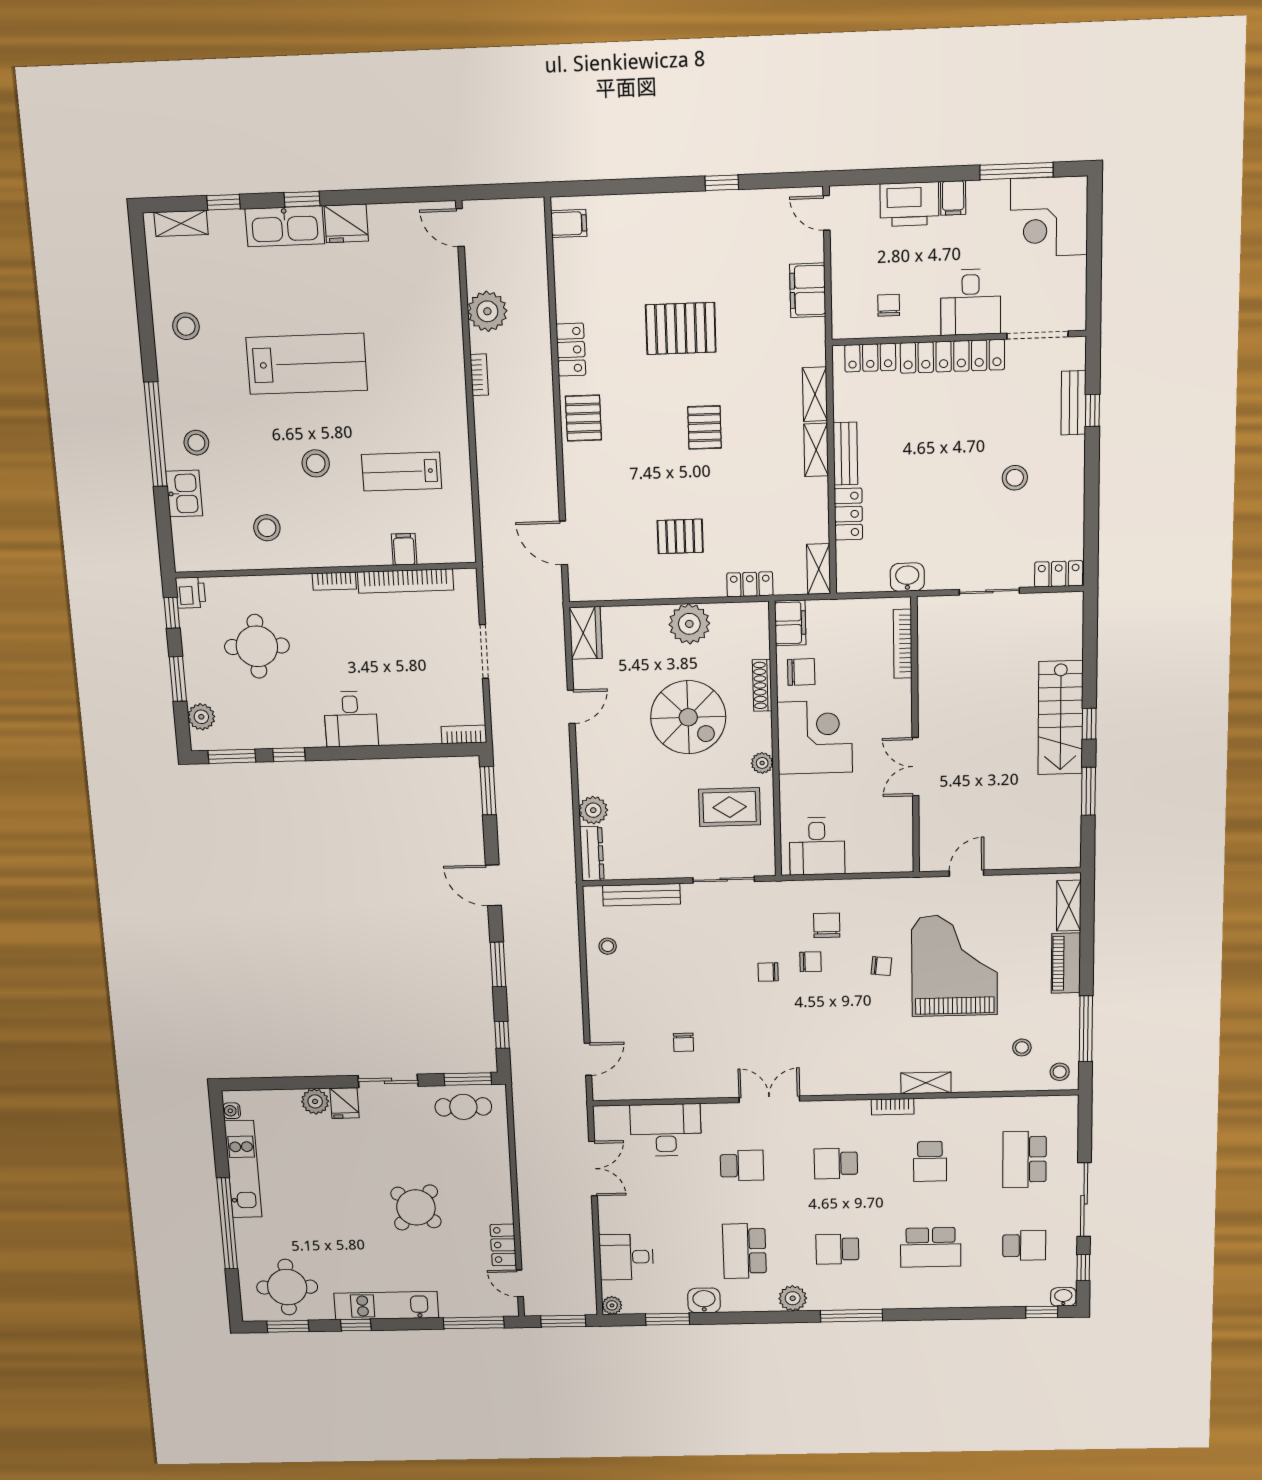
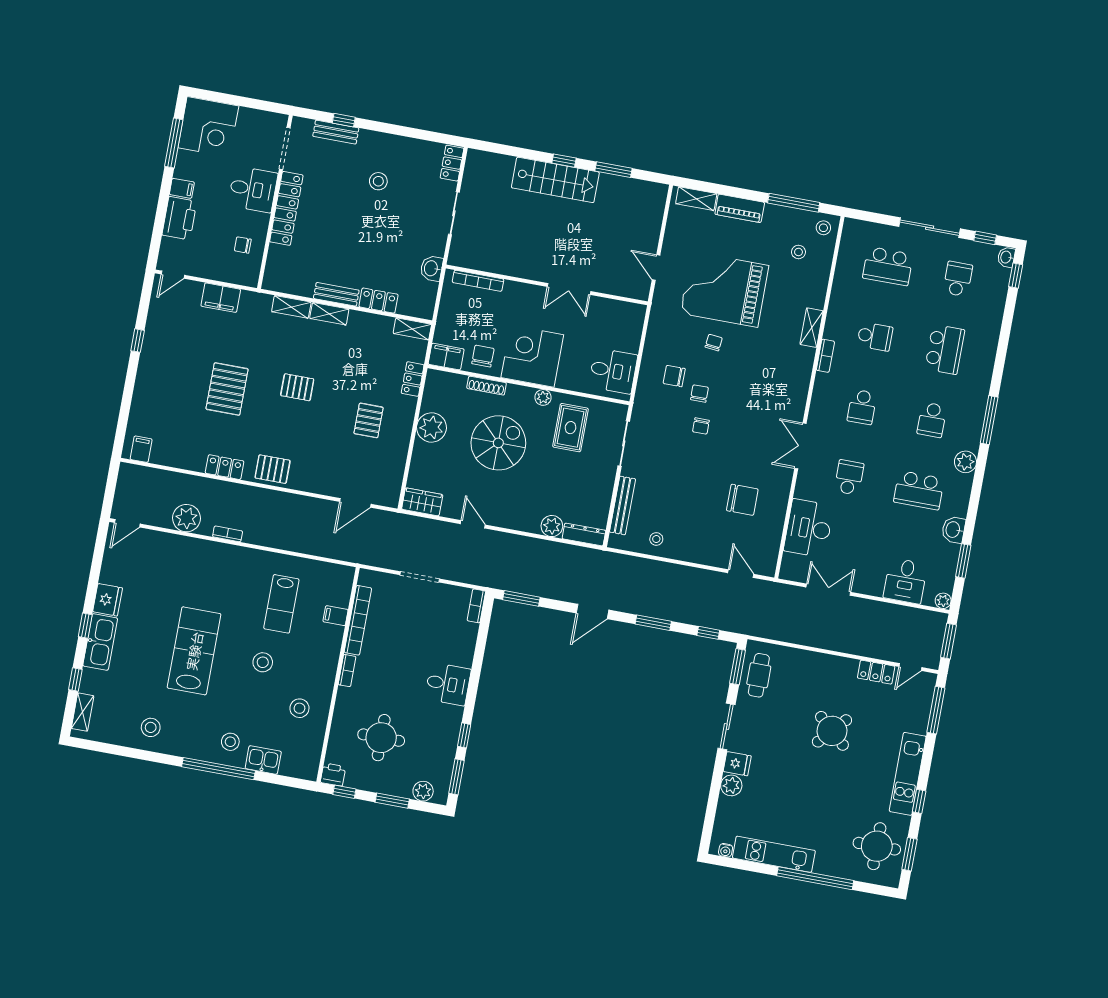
locker: (870, 358) -> (275, 264), removed
chair: (683, 1042) -> (742, 500), width x1.87, depth x1.87

